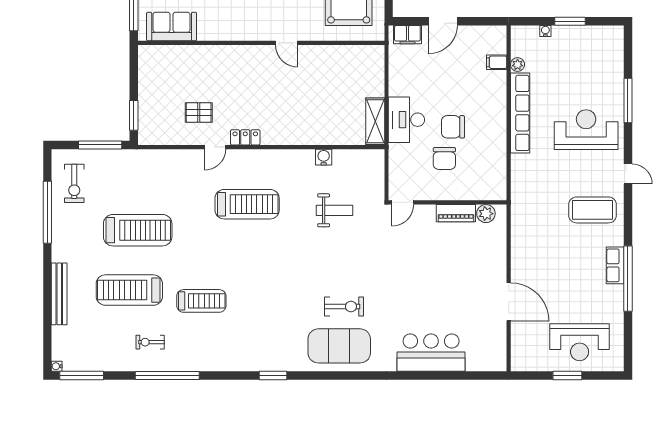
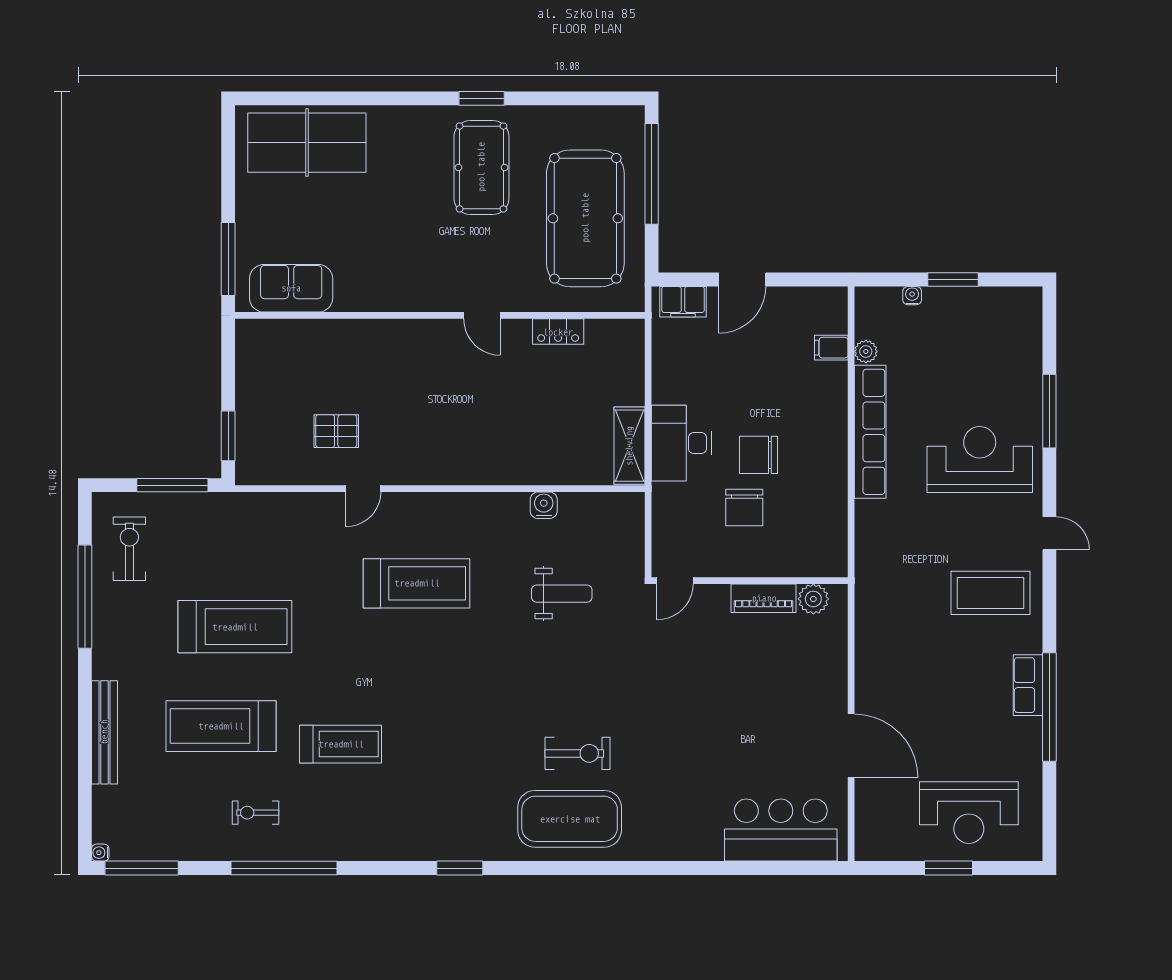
locker: (245, 137) -> (558, 332), moved, turned 180
exercise bike: (74, 183) -> (129, 549), turned 180
bar counter: (431, 353) -> (781, 830), moved

